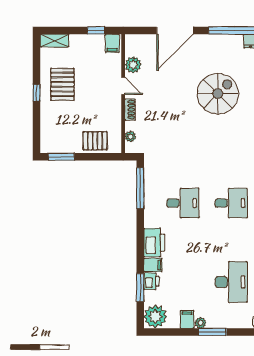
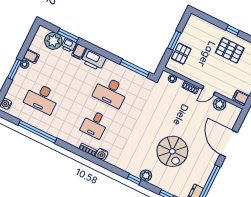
window: (61, 157) -> (174, 40), moved
desk: (183, 203) -> (111, 92), width x1.37
plant: (155, 317) -> (53, 41), moved

